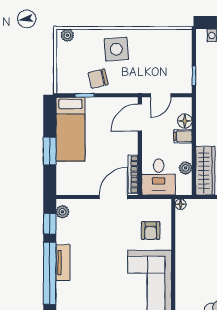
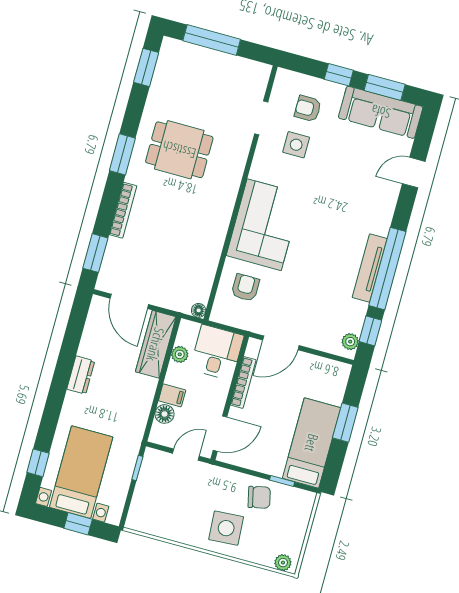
bookcase: (133, 174) -> (243, 382), moved
tv unit: (63, 263) -> (370, 268), width x1.41

